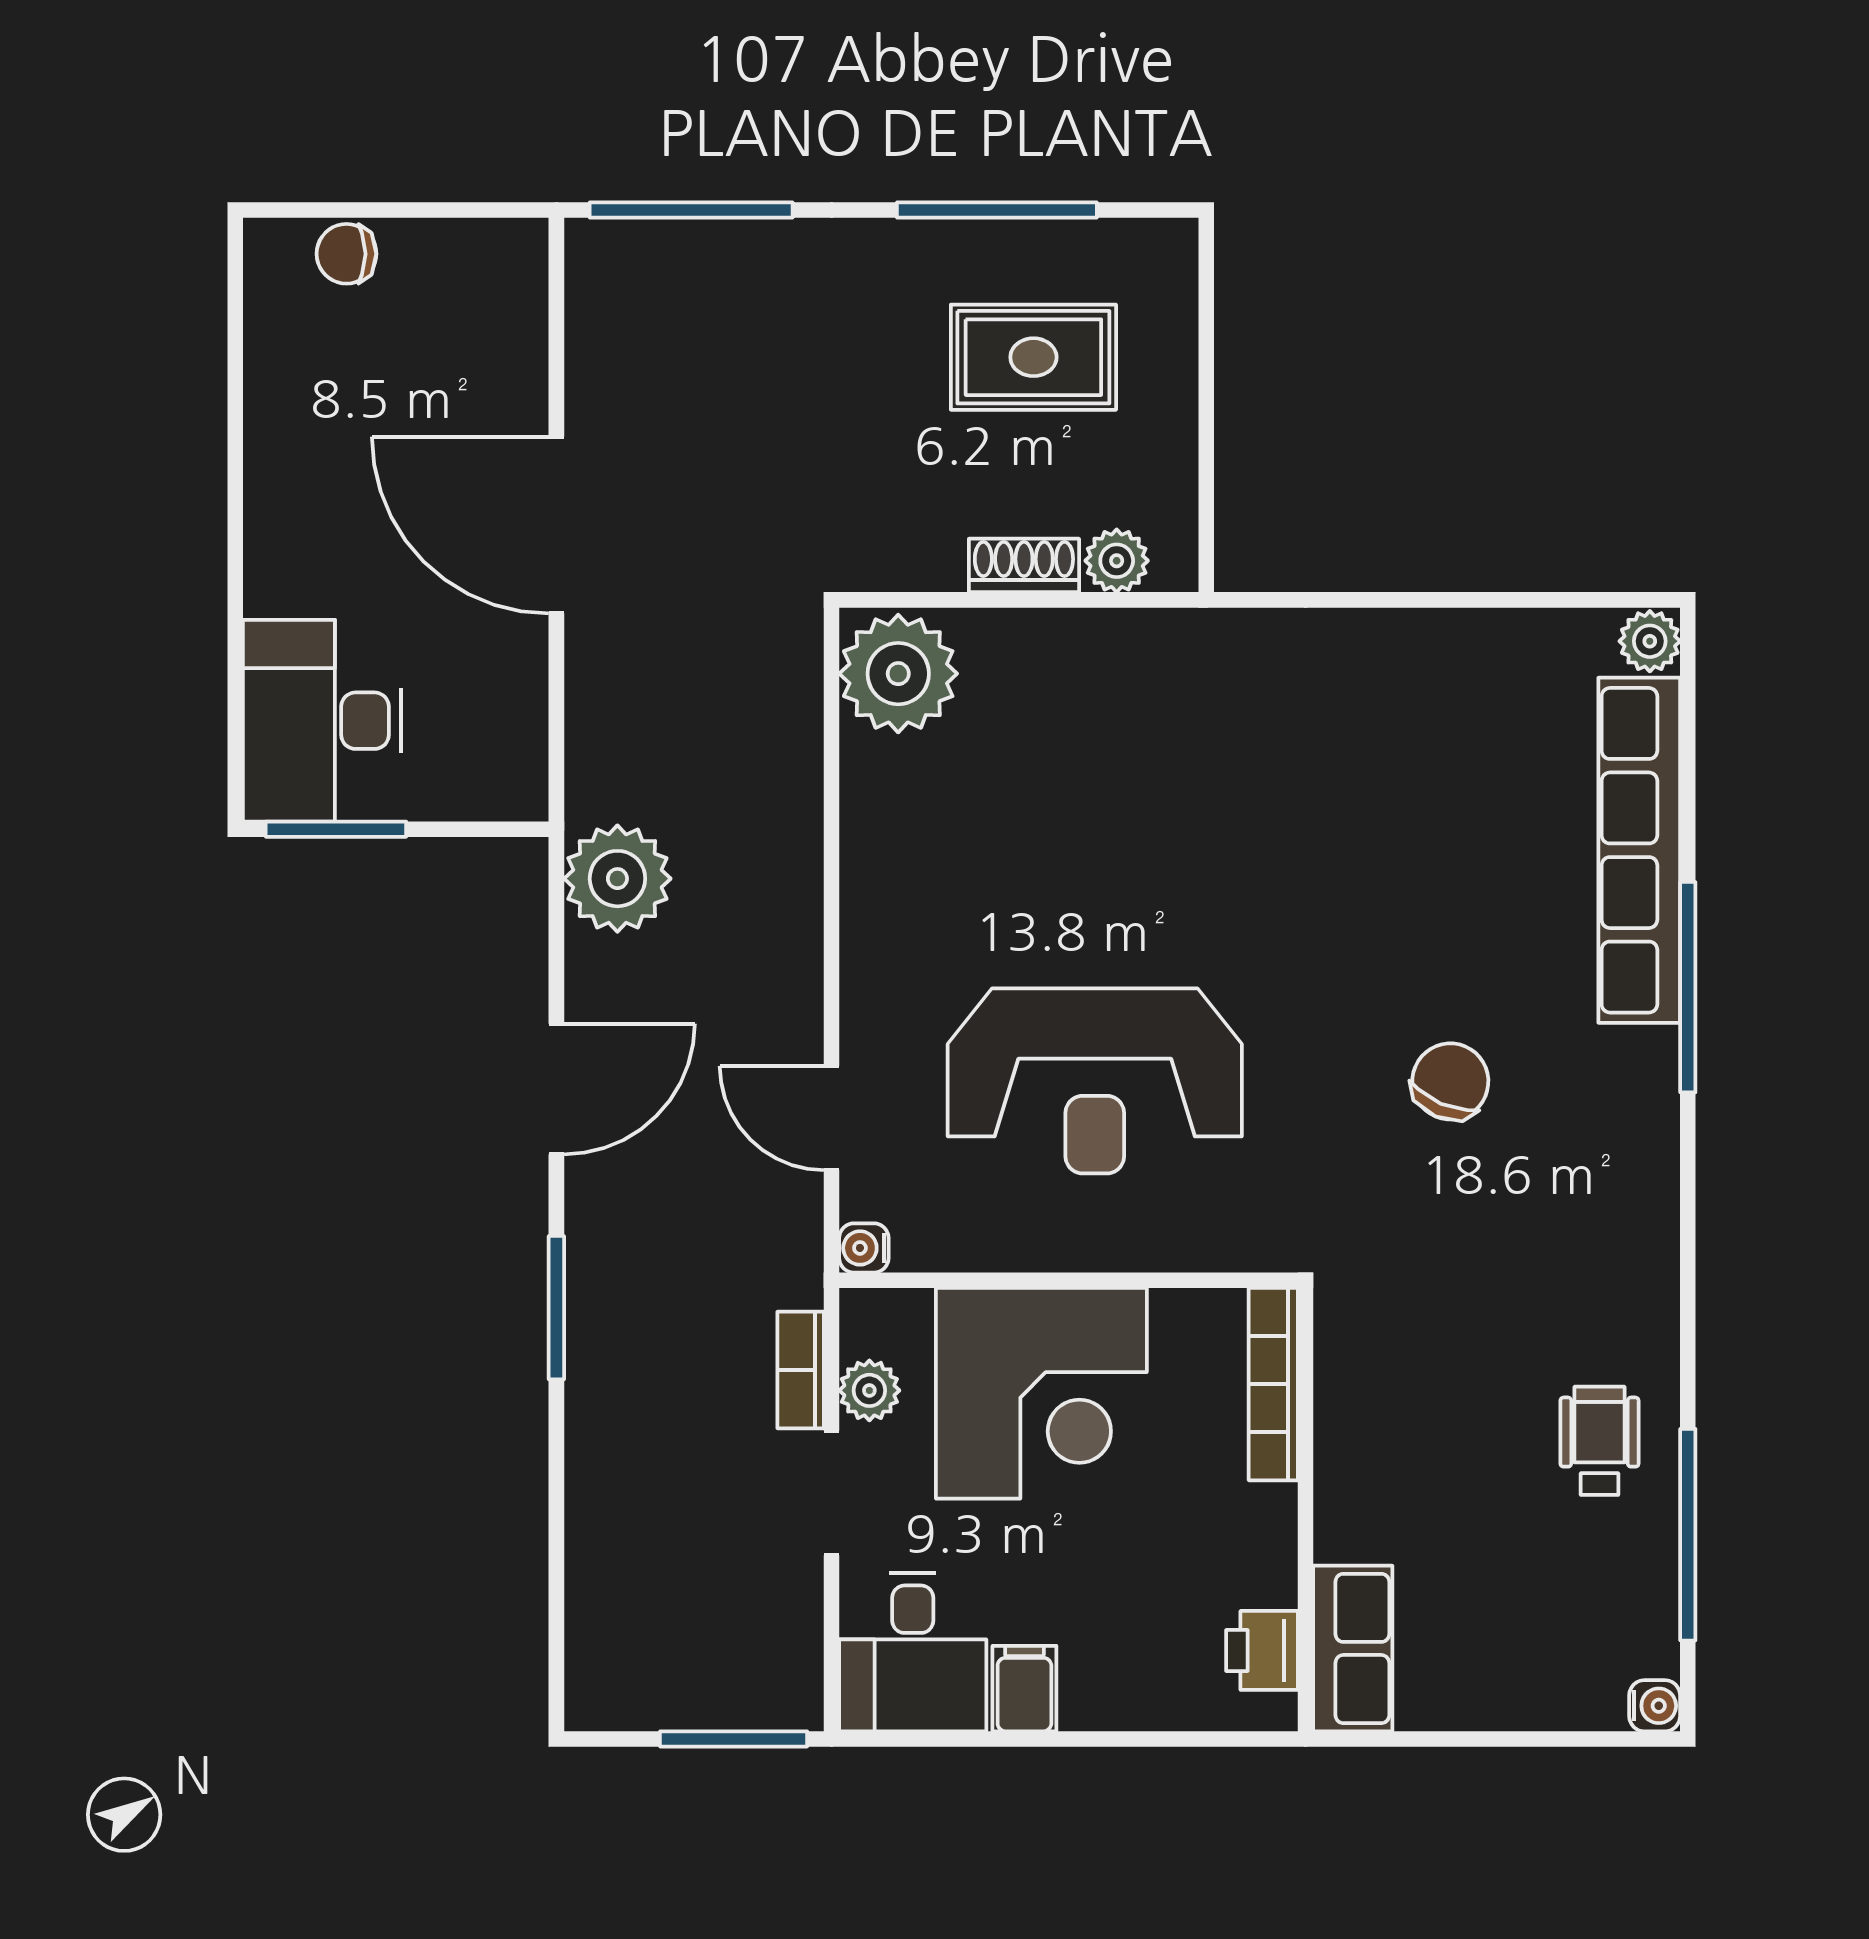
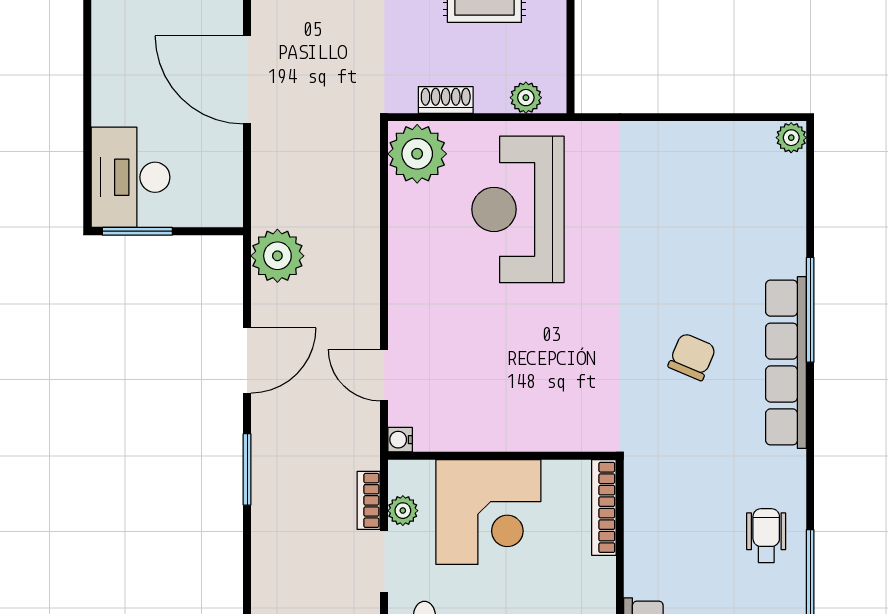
shoe rack: (1024, 565) -> (446, 100), moved
row of seats: (1639, 850) -> (786, 363), moved
reception desk: (1095, 1081) -> (518, 209), moved, turned 90

